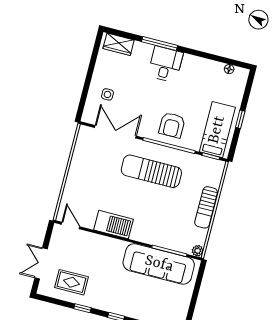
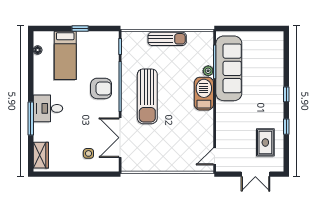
bed: (217, 130) -> (65, 55), moved, turned -90
barbecue: (113, 225) -> (204, 94), moved
plant: (198, 251) -> (208, 71), moved

